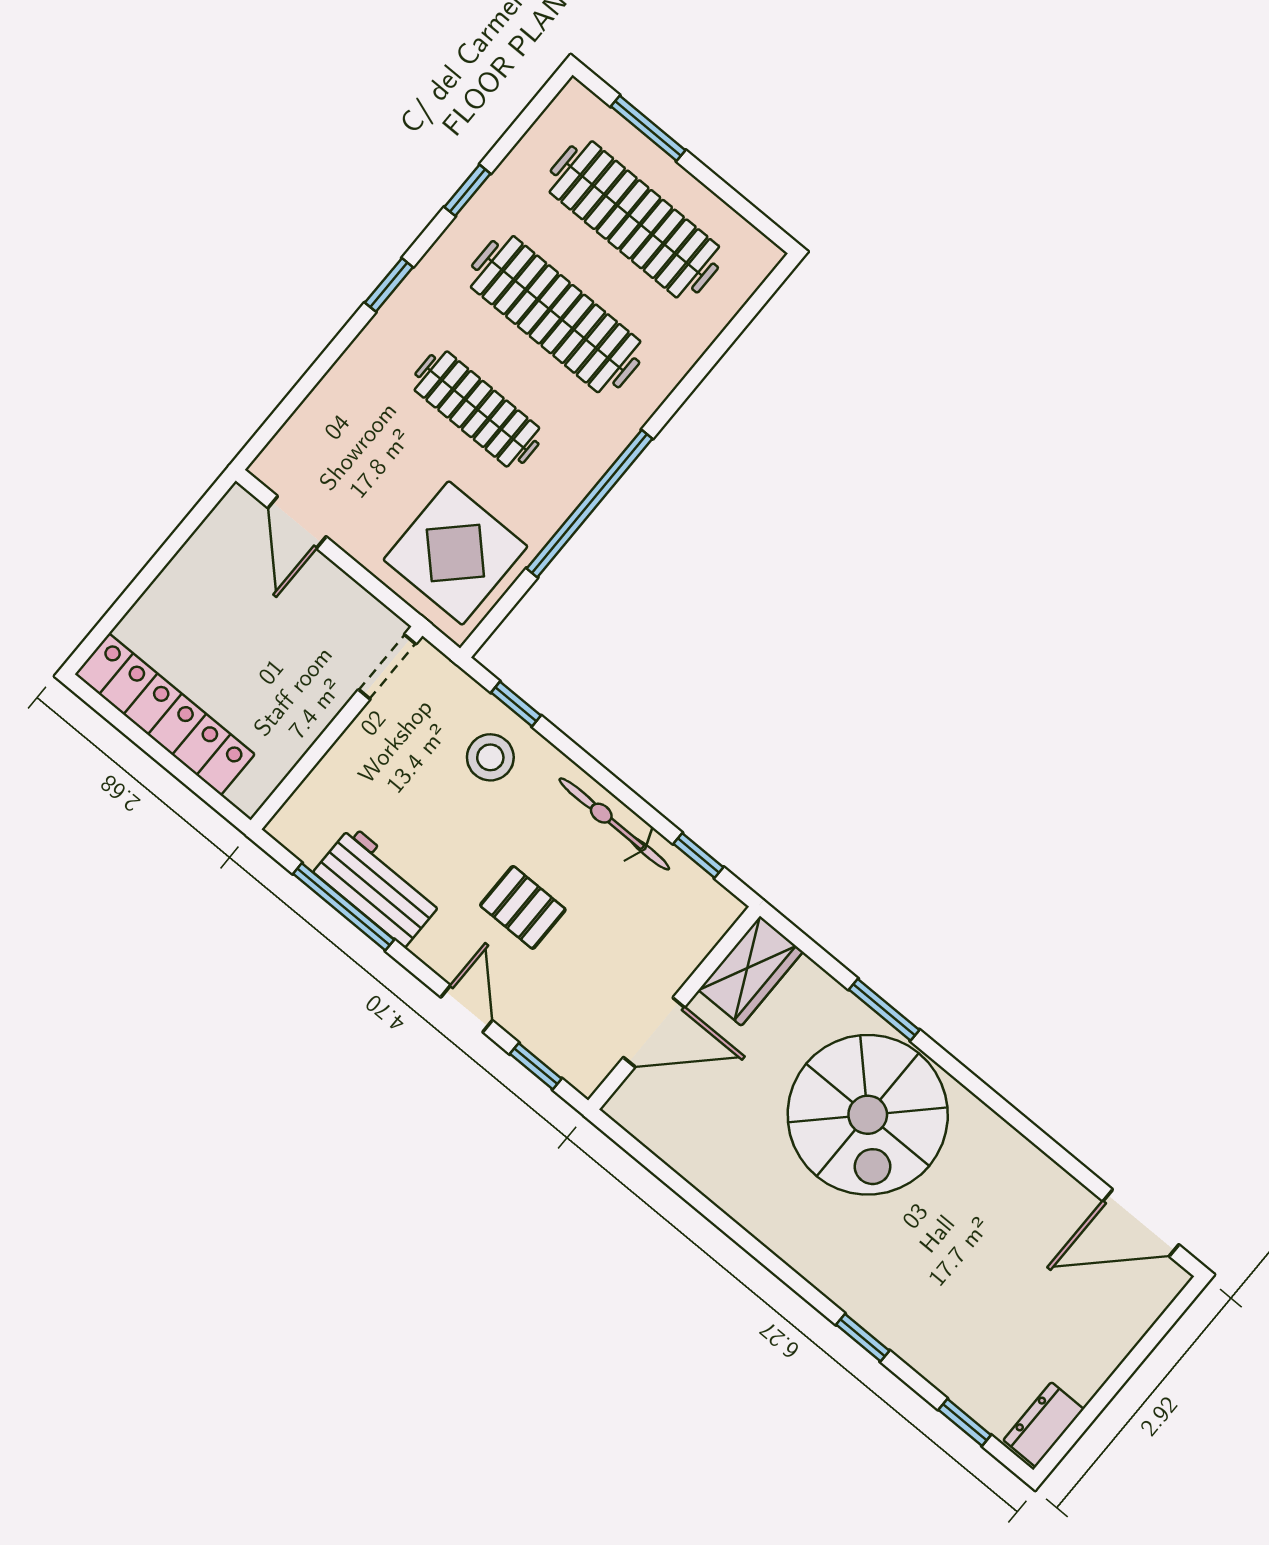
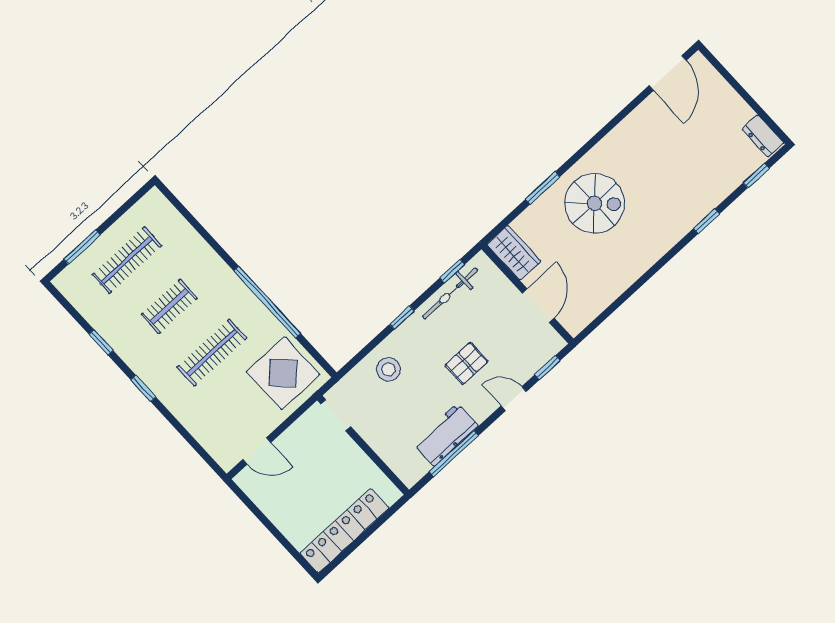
clothes rail: (634, 219) -> (127, 260), width x0.73, depth x0.76
clothes rail: (556, 314) -> (169, 306), width x0.54, depth x0.76
window: (516, 704) -> (402, 318), moved
bicycle: (614, 824) -> (450, 293), moved
spiral stairs: (868, 1115) -> (594, 203), width x0.73, depth x0.73

